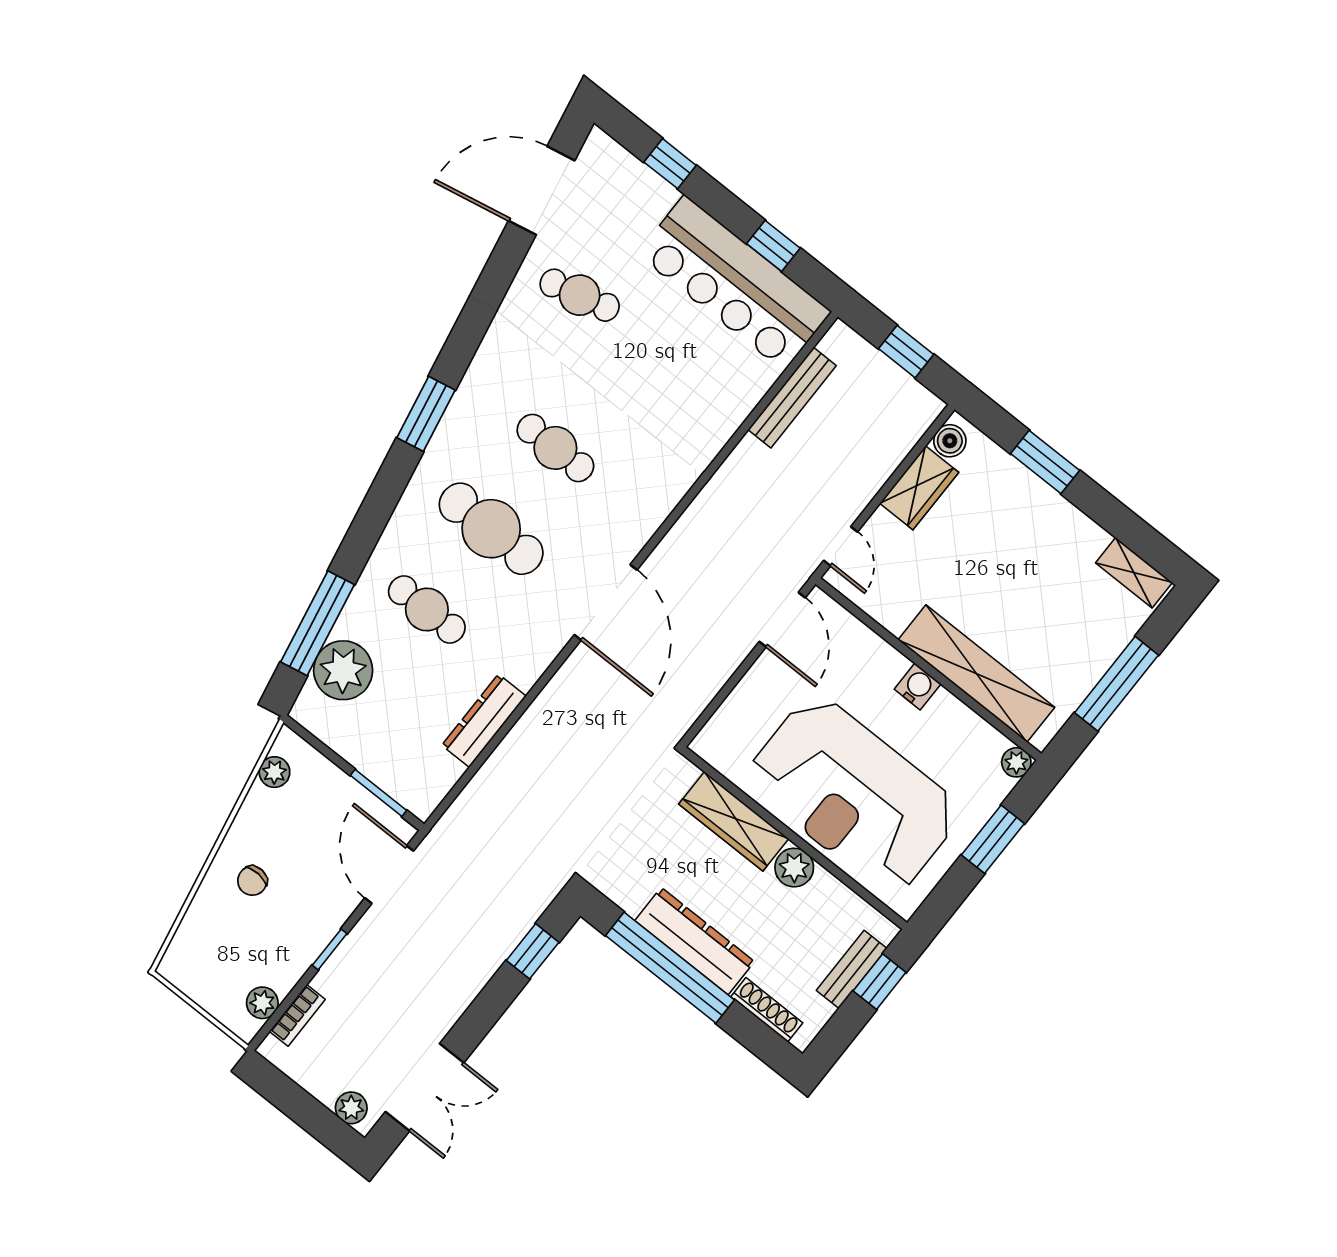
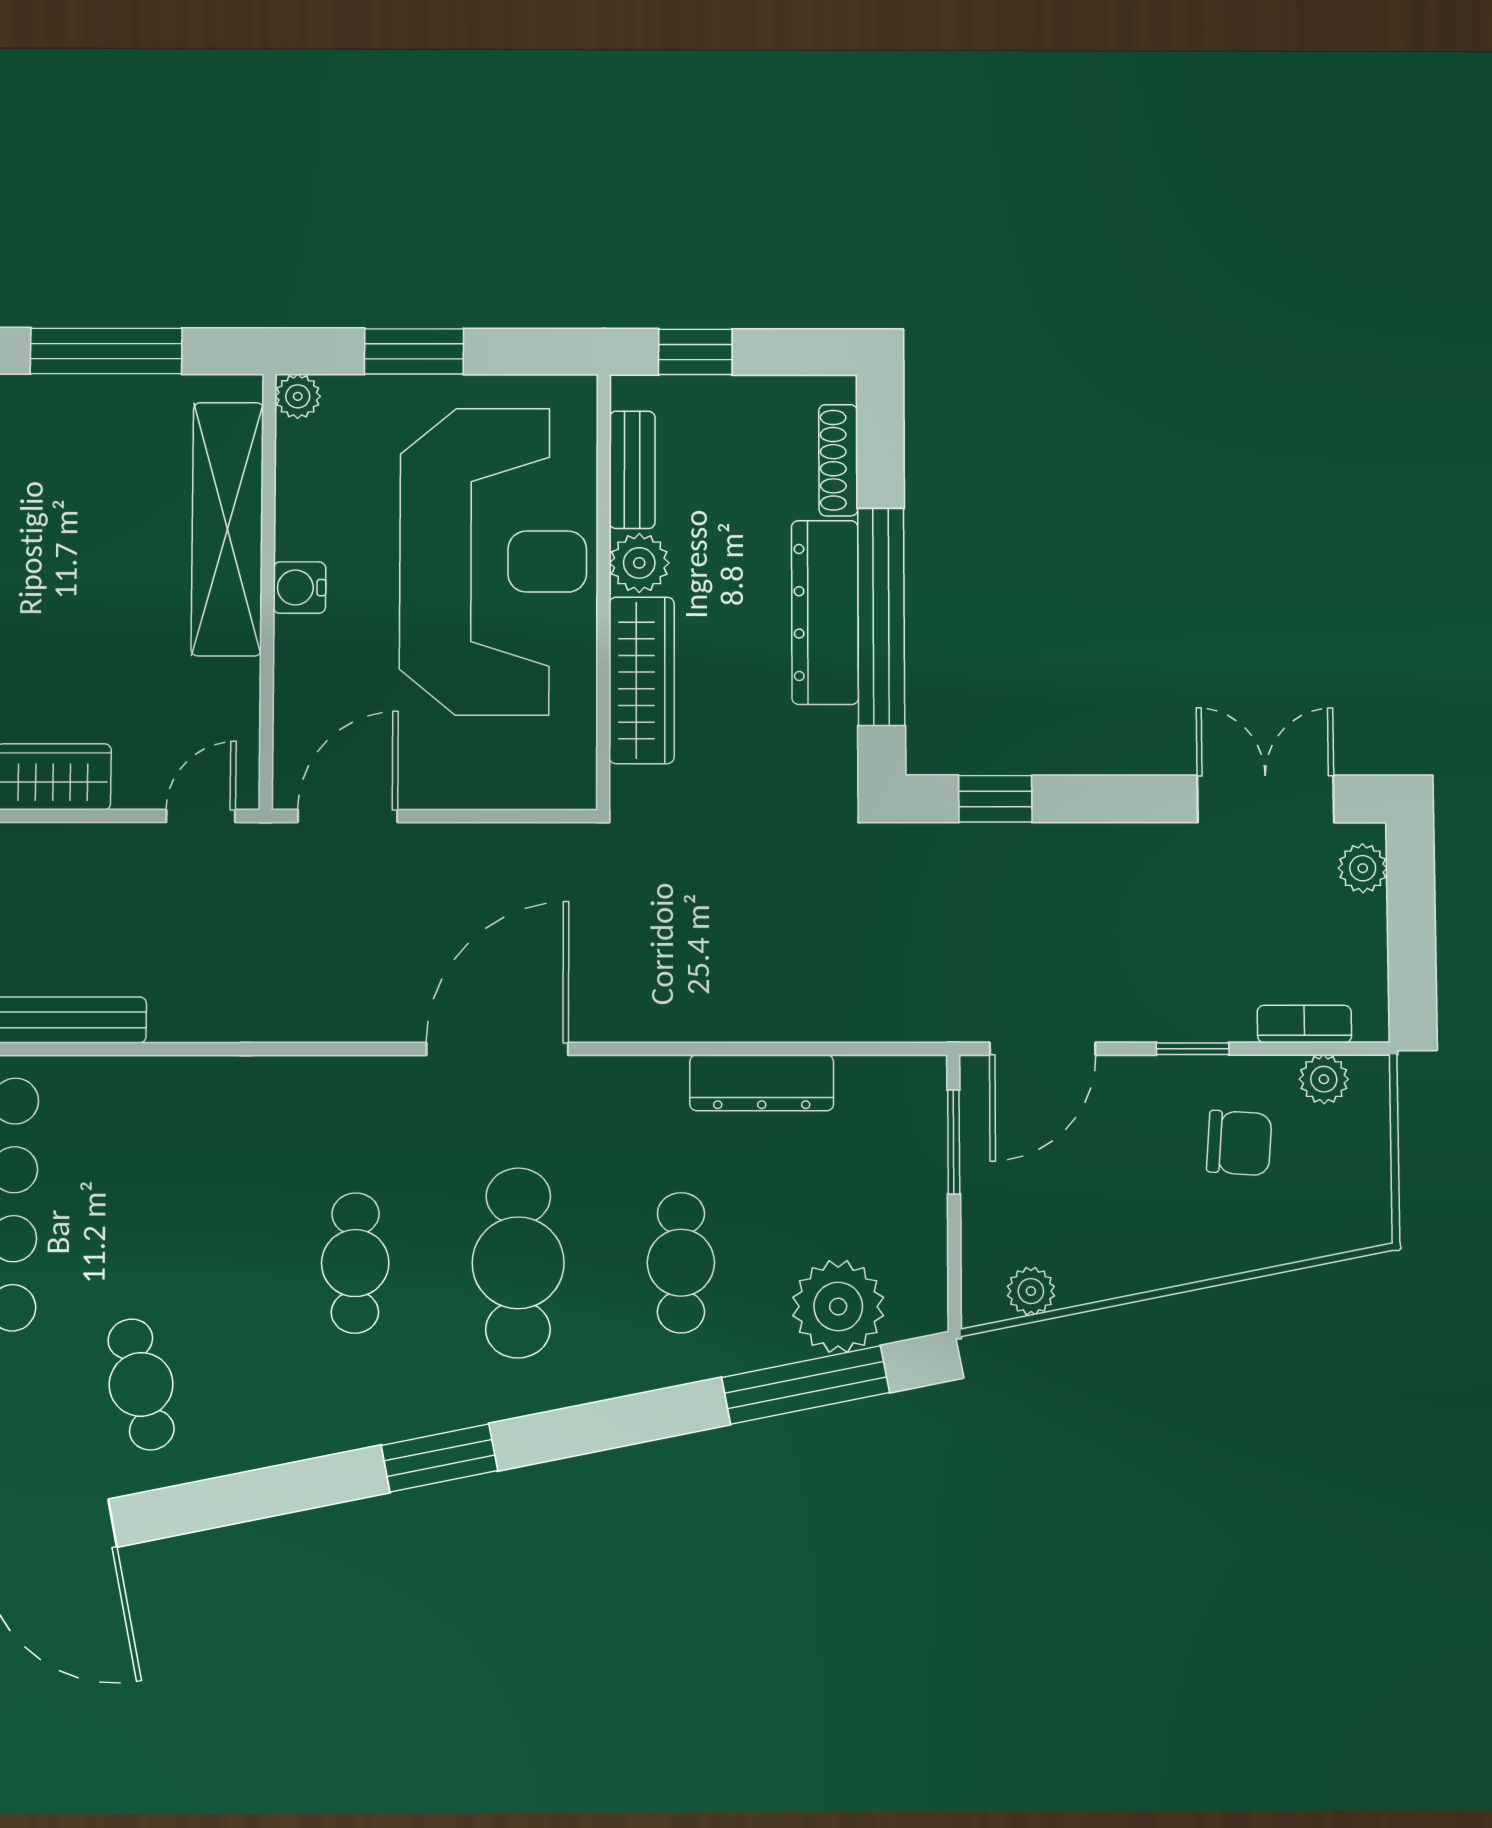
chair: (252, 881) -> (1239, 1143), moved, width x1.37, depth x1.37
bench: (852, 969) -> (632, 470), moved, turned 90

